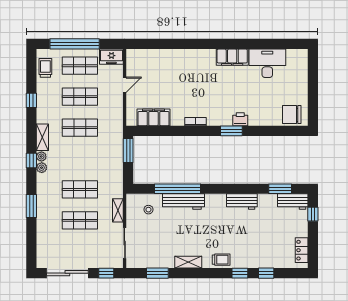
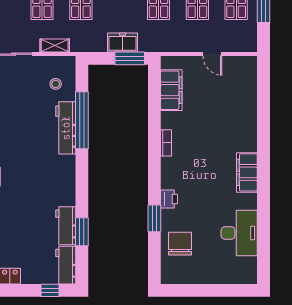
freezer: (111, 57) -> (122, 43), moved, turned 90
filing cabinet: (232, 57) -> (247, 172), moved
chair: (292, 115) -> (180, 244), moved
window: (231, 131) -> (154, 218), moved
window: (280, 189) -> (82, 232), moved
workbench: (242, 202) -> (66, 226), moved

